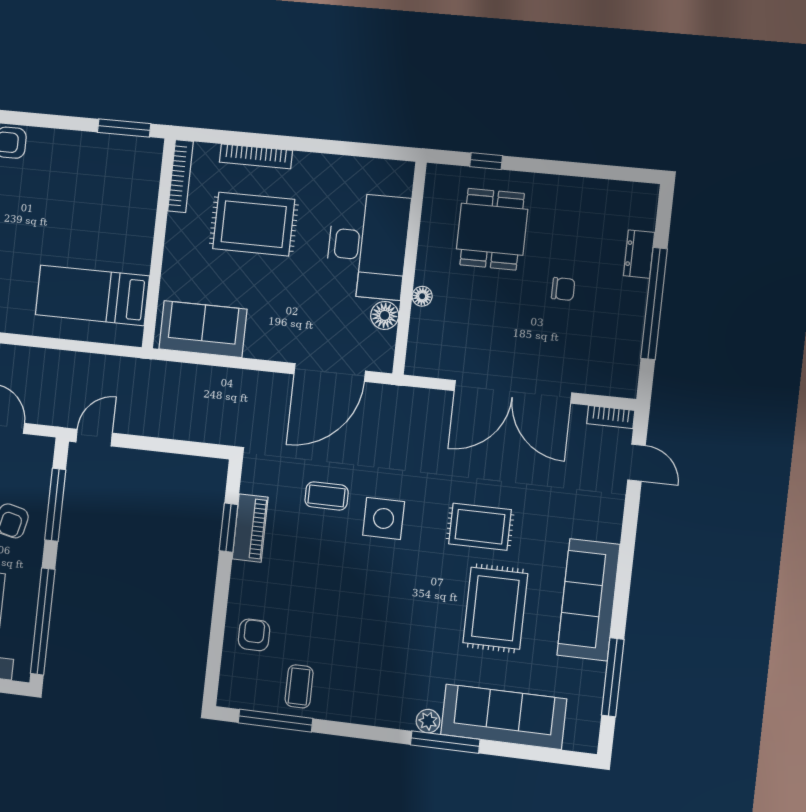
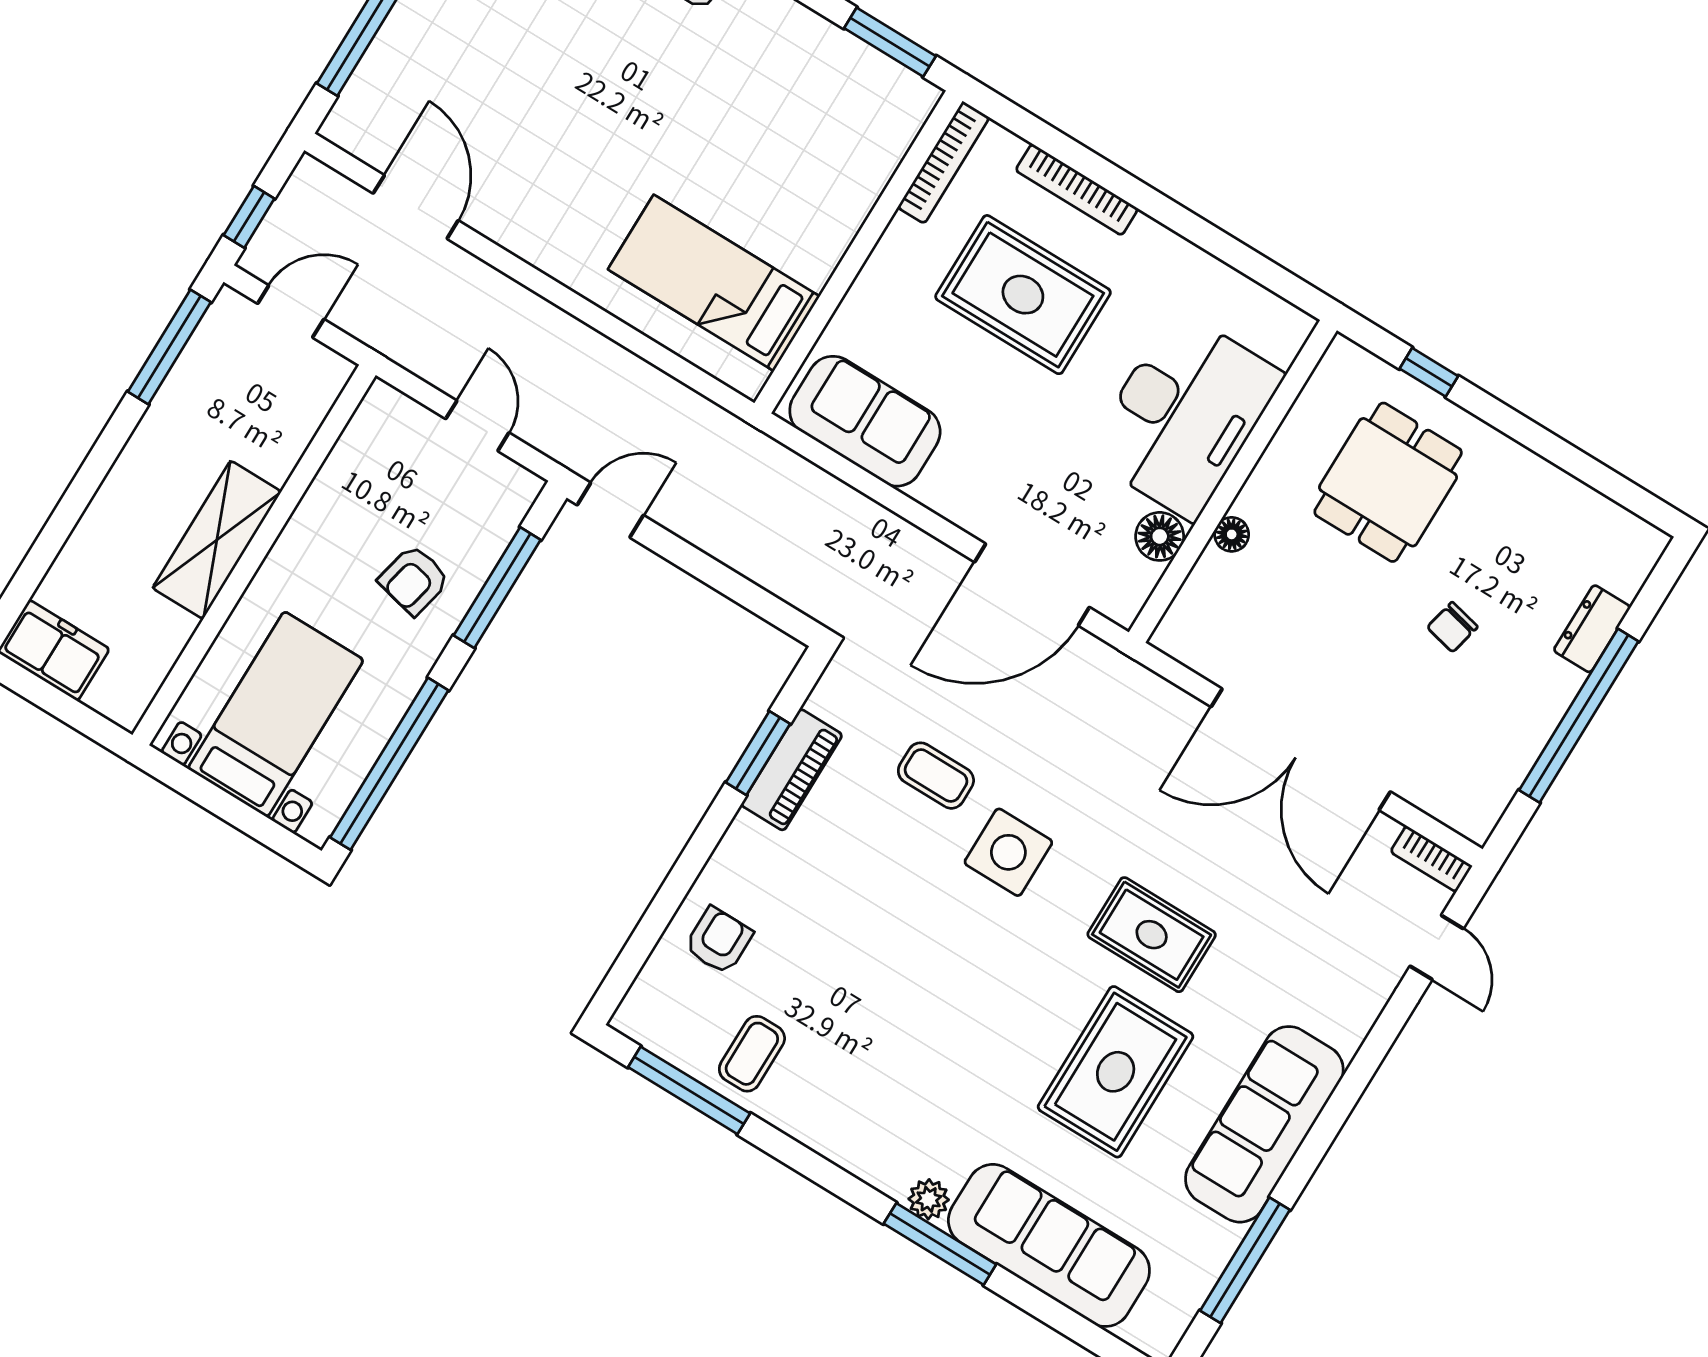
chair: (563, 289) -> (1452, 627), turned 103

